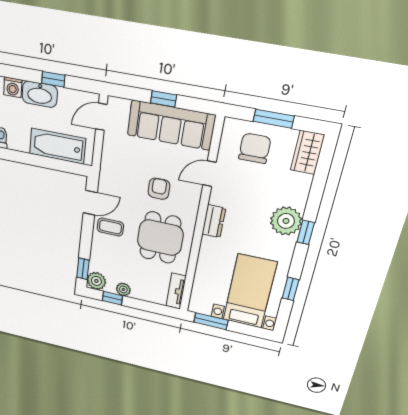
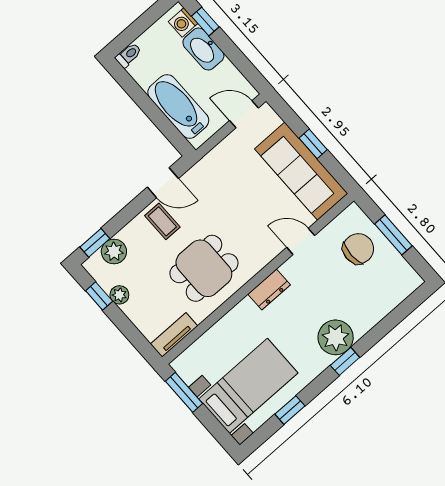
window: (53, 79) -> (205, 22), moved
wardrobe: (307, 152) -> (400, 287), removed
armchair: (159, 189) -> (242, 220), removed
plant: (96, 281) -> (114, 252), moved

